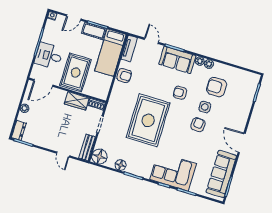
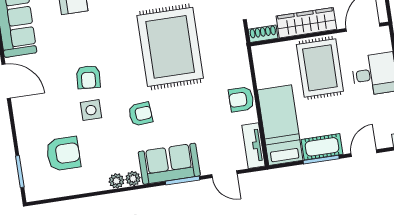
armchair: (217, 87) -> (63, 154), moved
wardrobe: (77, 101) -> (306, 23), width x1.50

